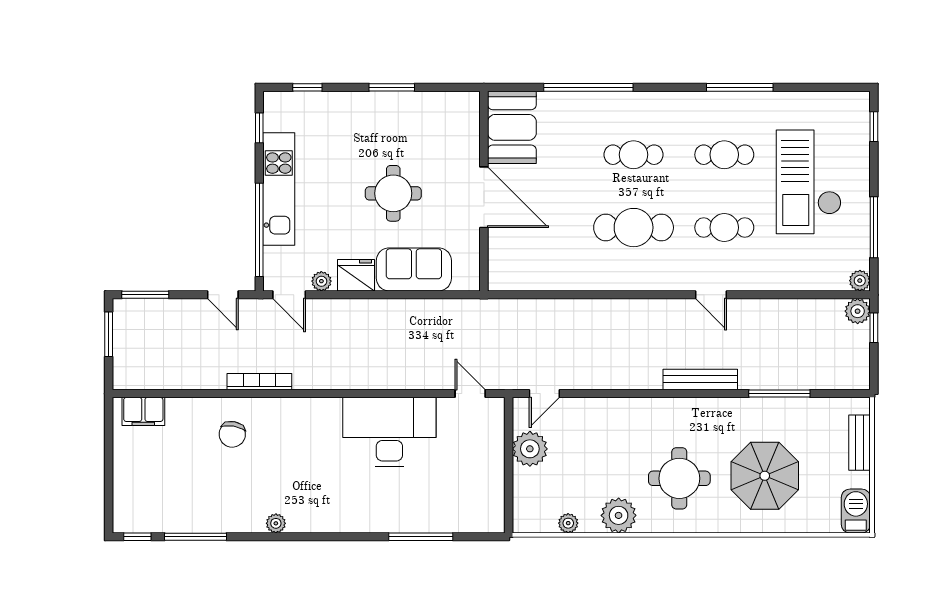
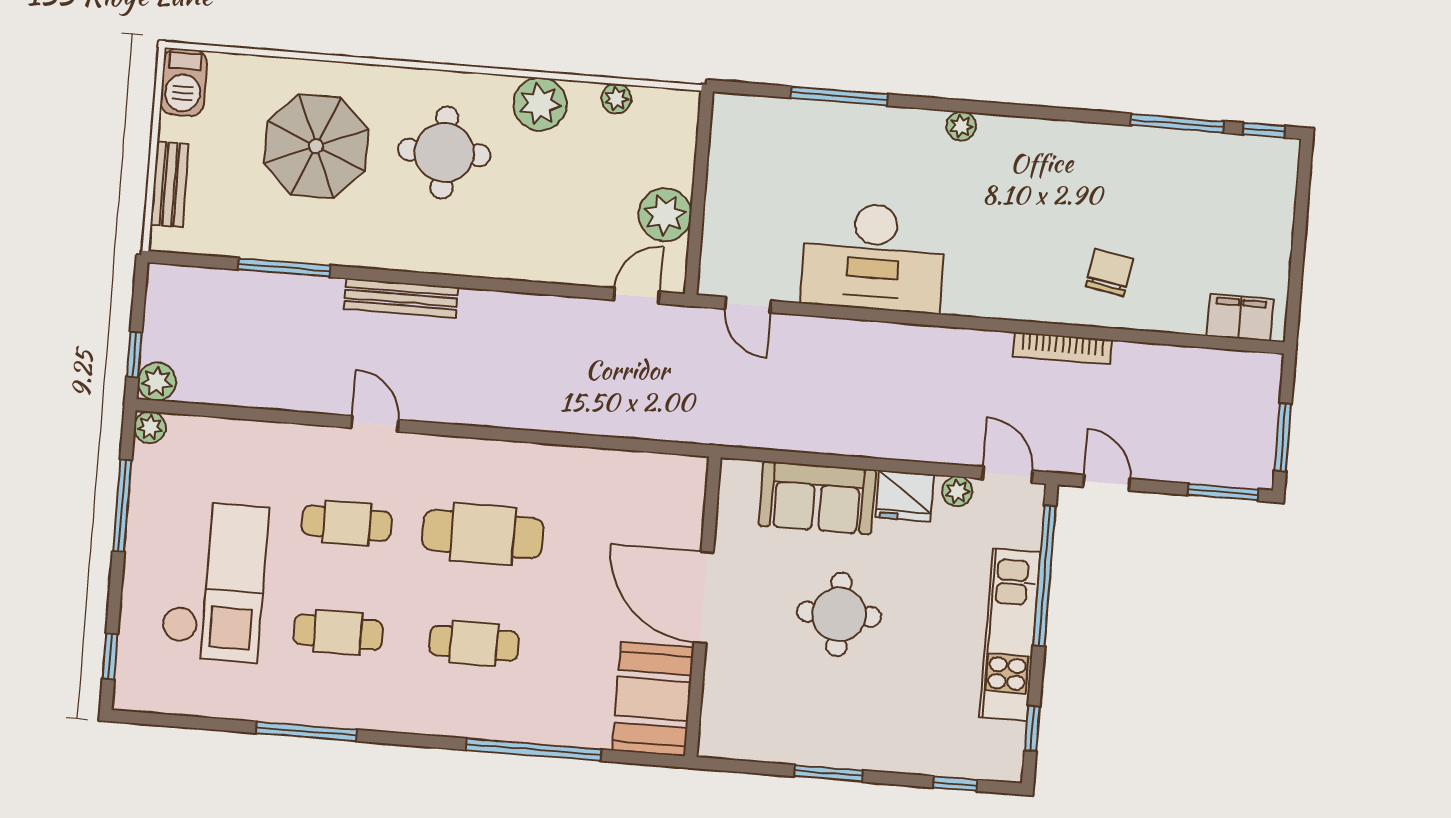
plant: (276, 523) -> (961, 126), moved

